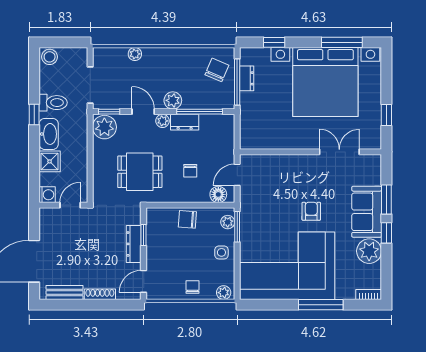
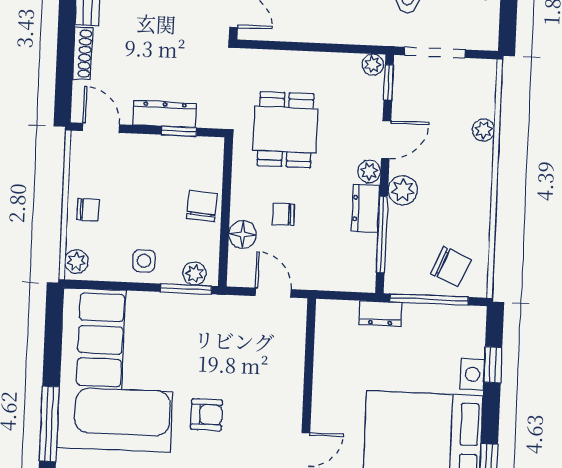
dresser: (247, 78) -> (381, 313), moved
plant: (104, 127) -> (373, 65), width x0.53, depth x0.53
floor lamp: (218, 194) -> (243, 234), moved

